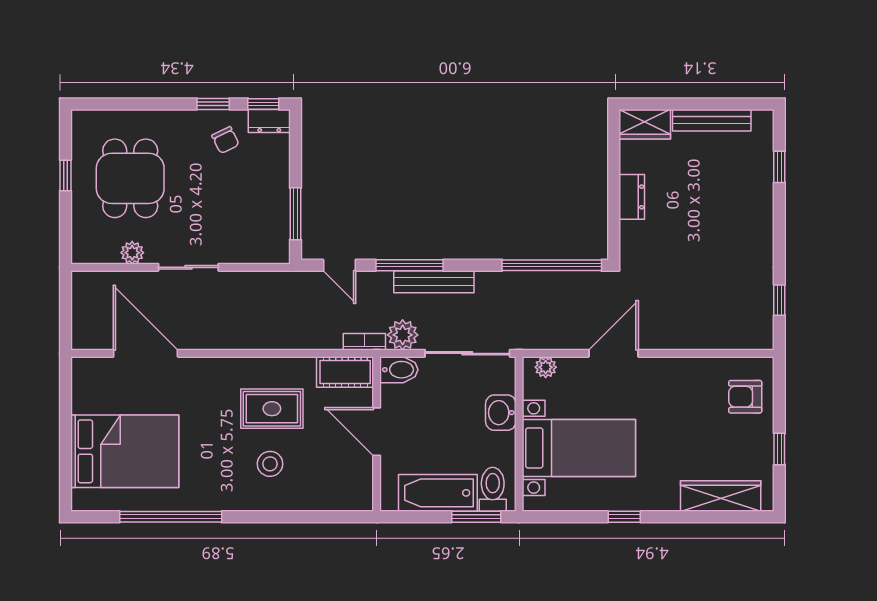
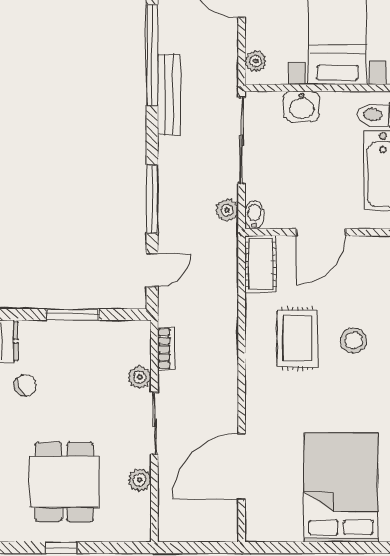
dining table: (130, 178) -> (64, 482), turned 90
window: (295, 214) -> (73, 315), moved
plant: (234, 253) -> (140, 377), added
bench: (434, 282) -> (169, 95), moved
plant: (403, 335) -> (227, 210), width x0.73, depth x0.73
bookcase: (364, 342) -> (166, 349), moved, turned 180
bidet: (399, 370) -> (254, 215), width x0.72, depth x0.74

